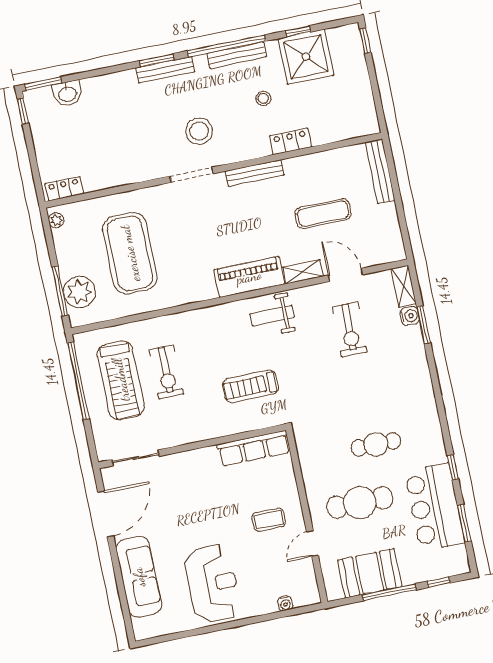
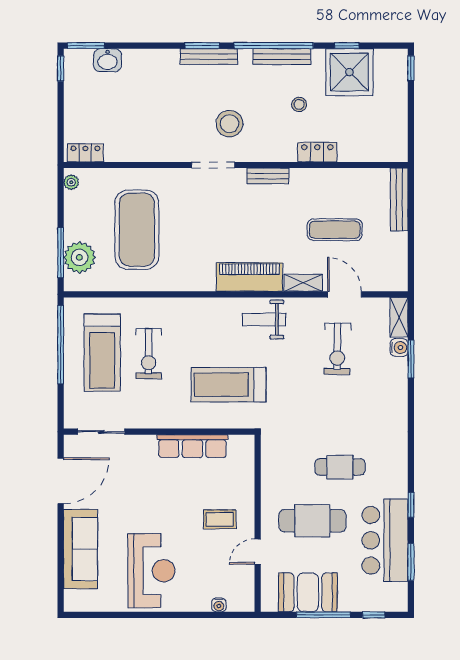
bench: (255, 173) -> (268, 176), width x0.73
treadmill: (250, 386) -> (228, 385), width x1.37, depth x1.38
row of seats: (254, 448) -> (192, 446), moved

